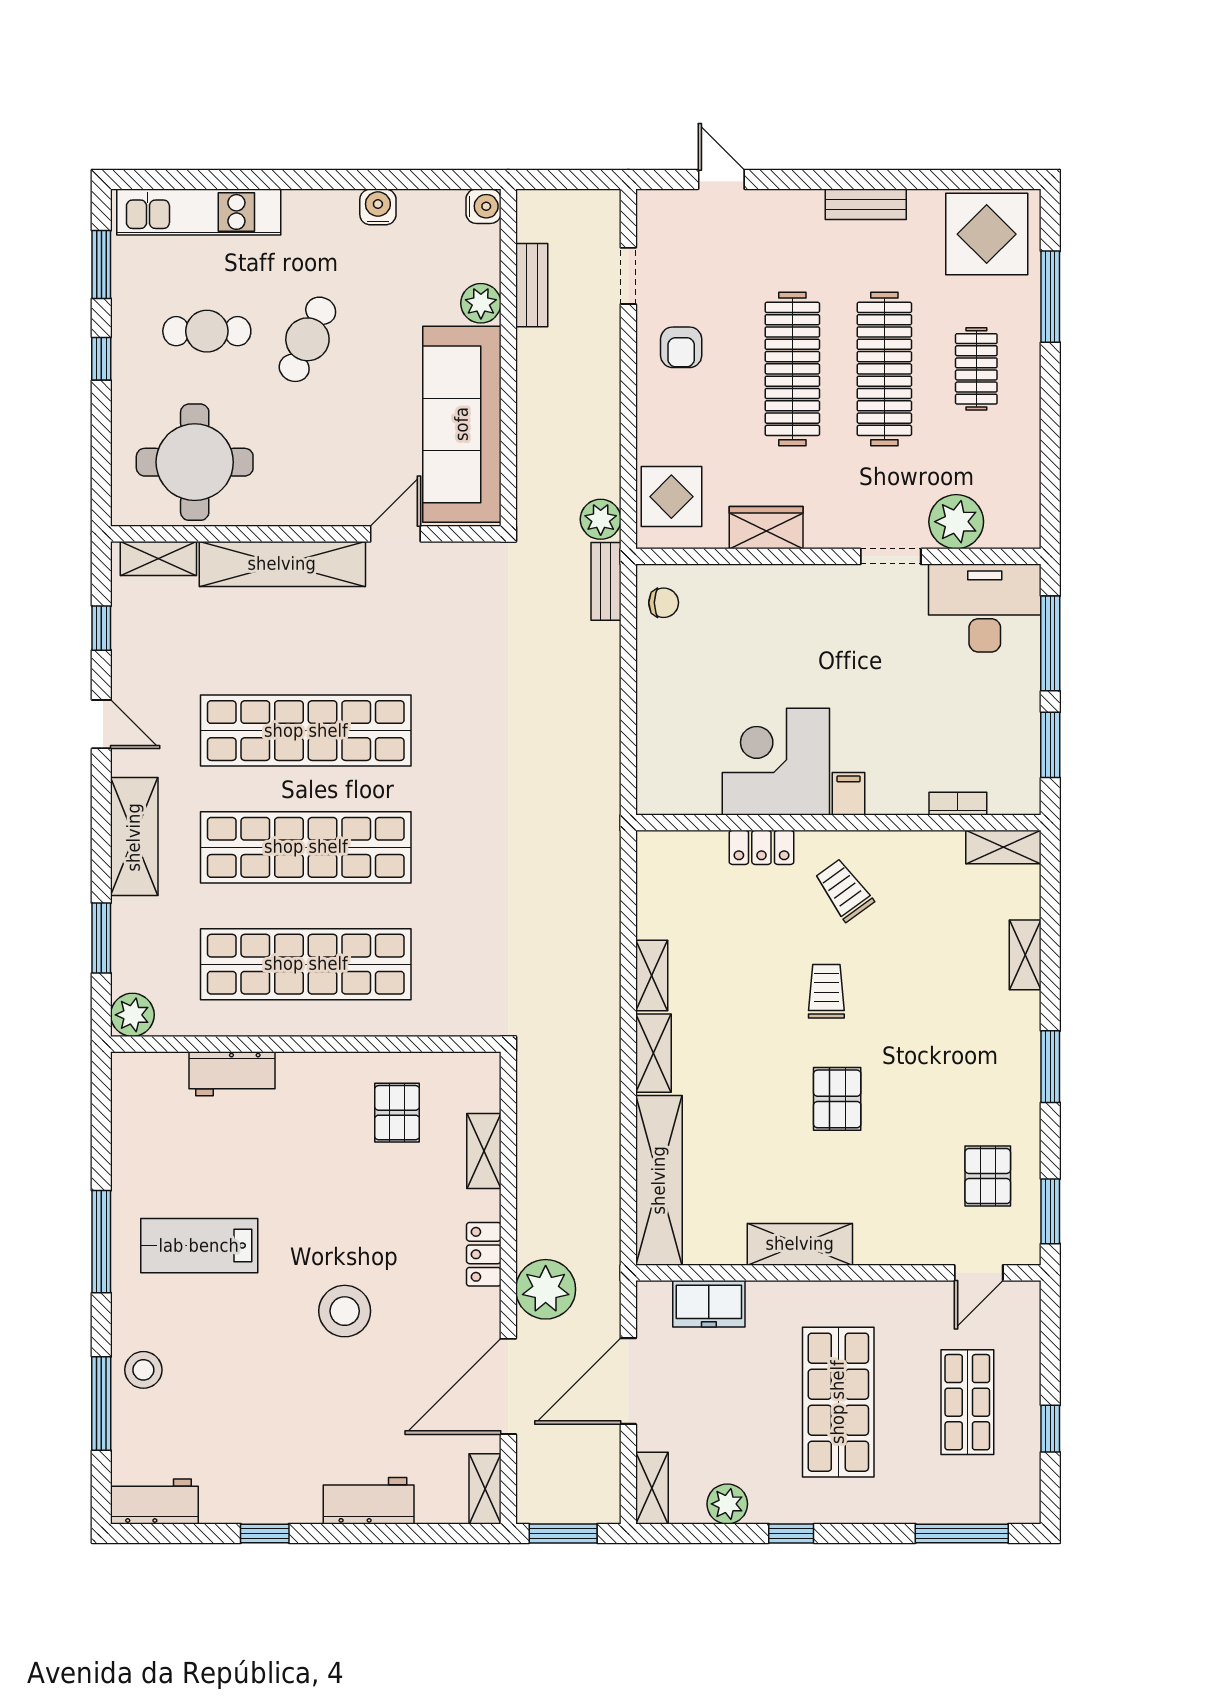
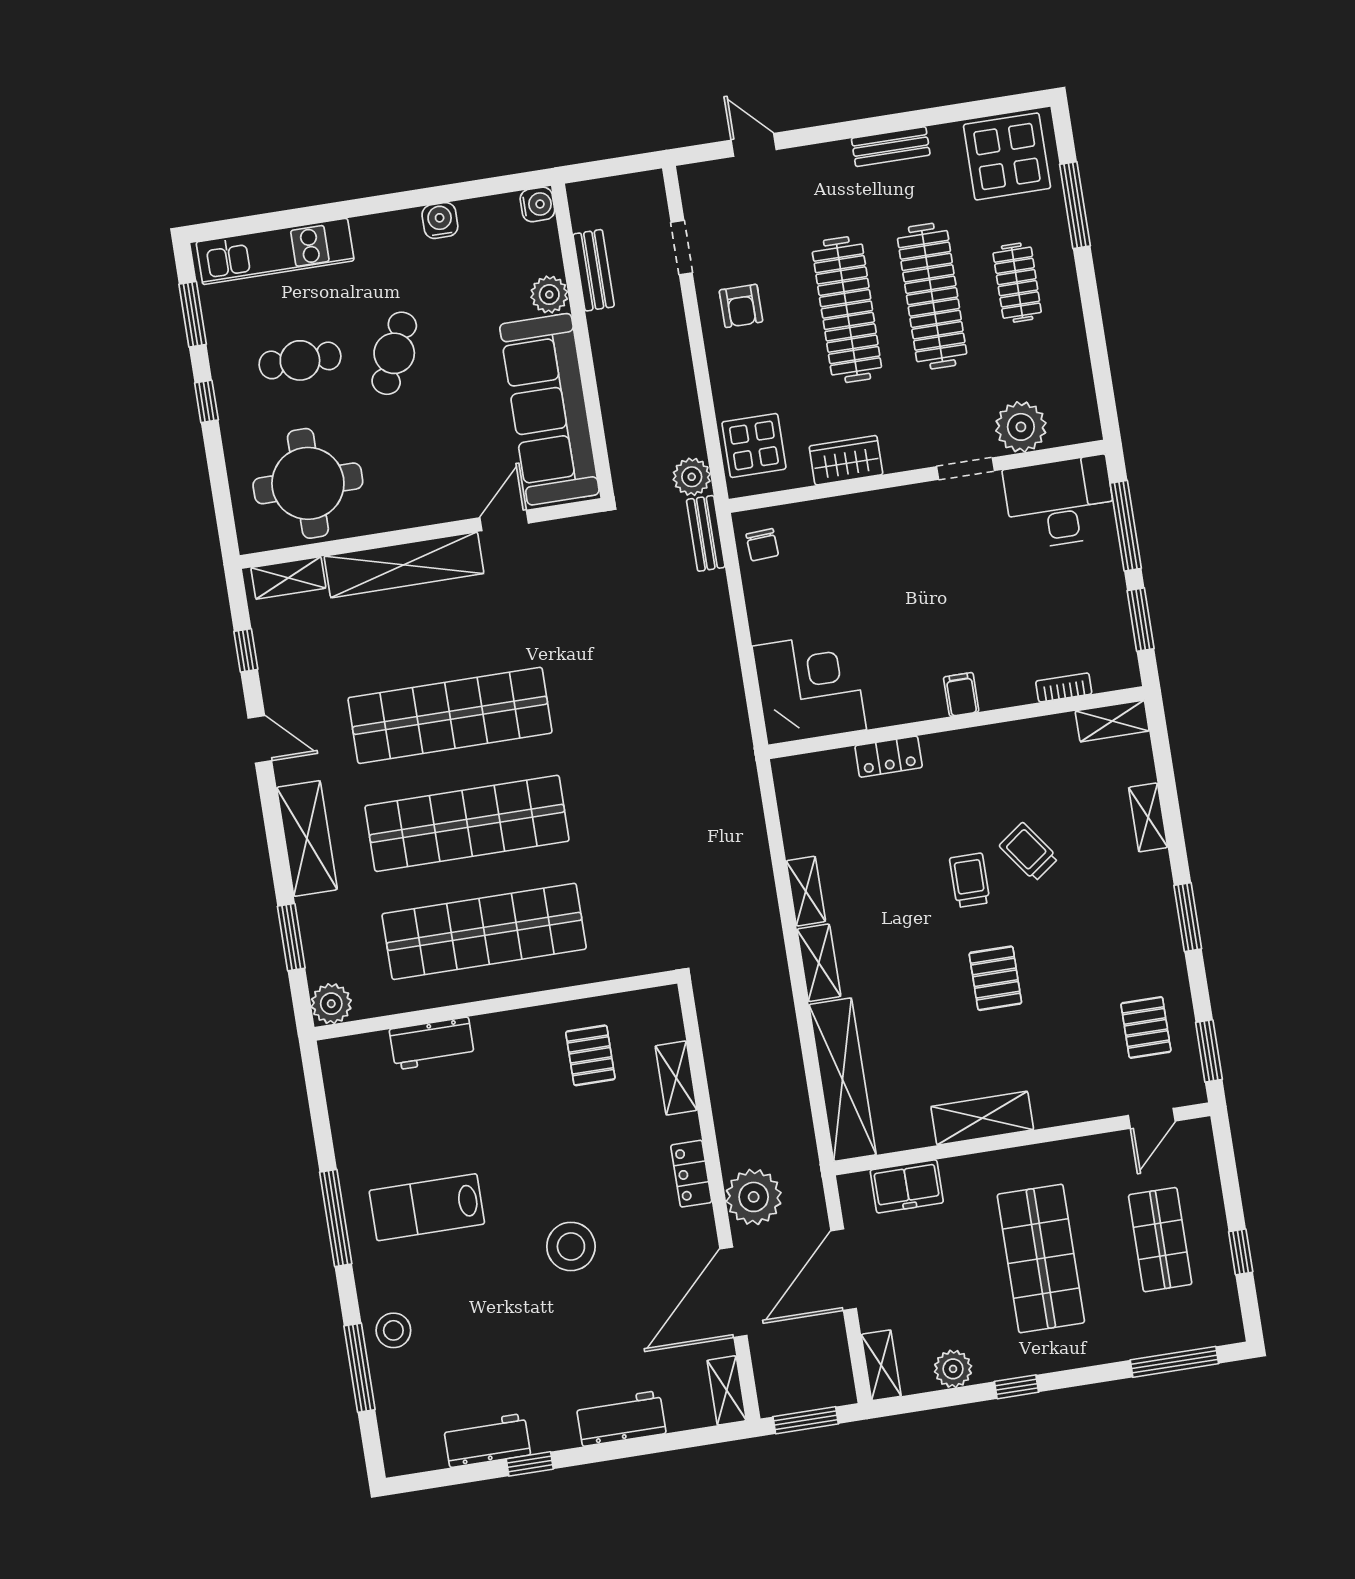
chair: (664, 603) -> (762, 545), turned 87
corner desk: (776, 762) -> (809, 688), moved, turned 90
trolley: (844, 890) -> (1029, 852), moved
workbench: (154, 1502) -> (487, 1440), moved

